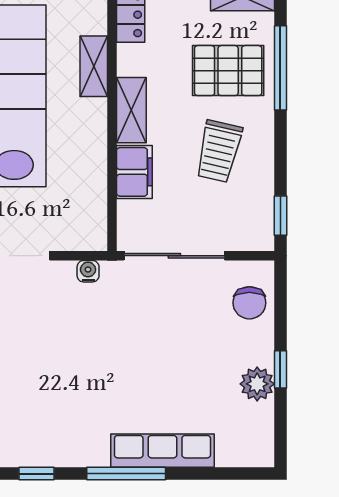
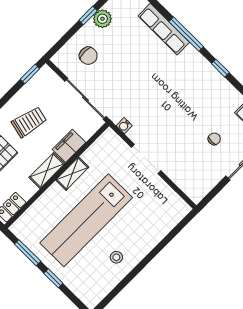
shelving: (94, 66) -> (72, 174), moved
chair: (249, 303) -> (88, 56), moved, turned 90

